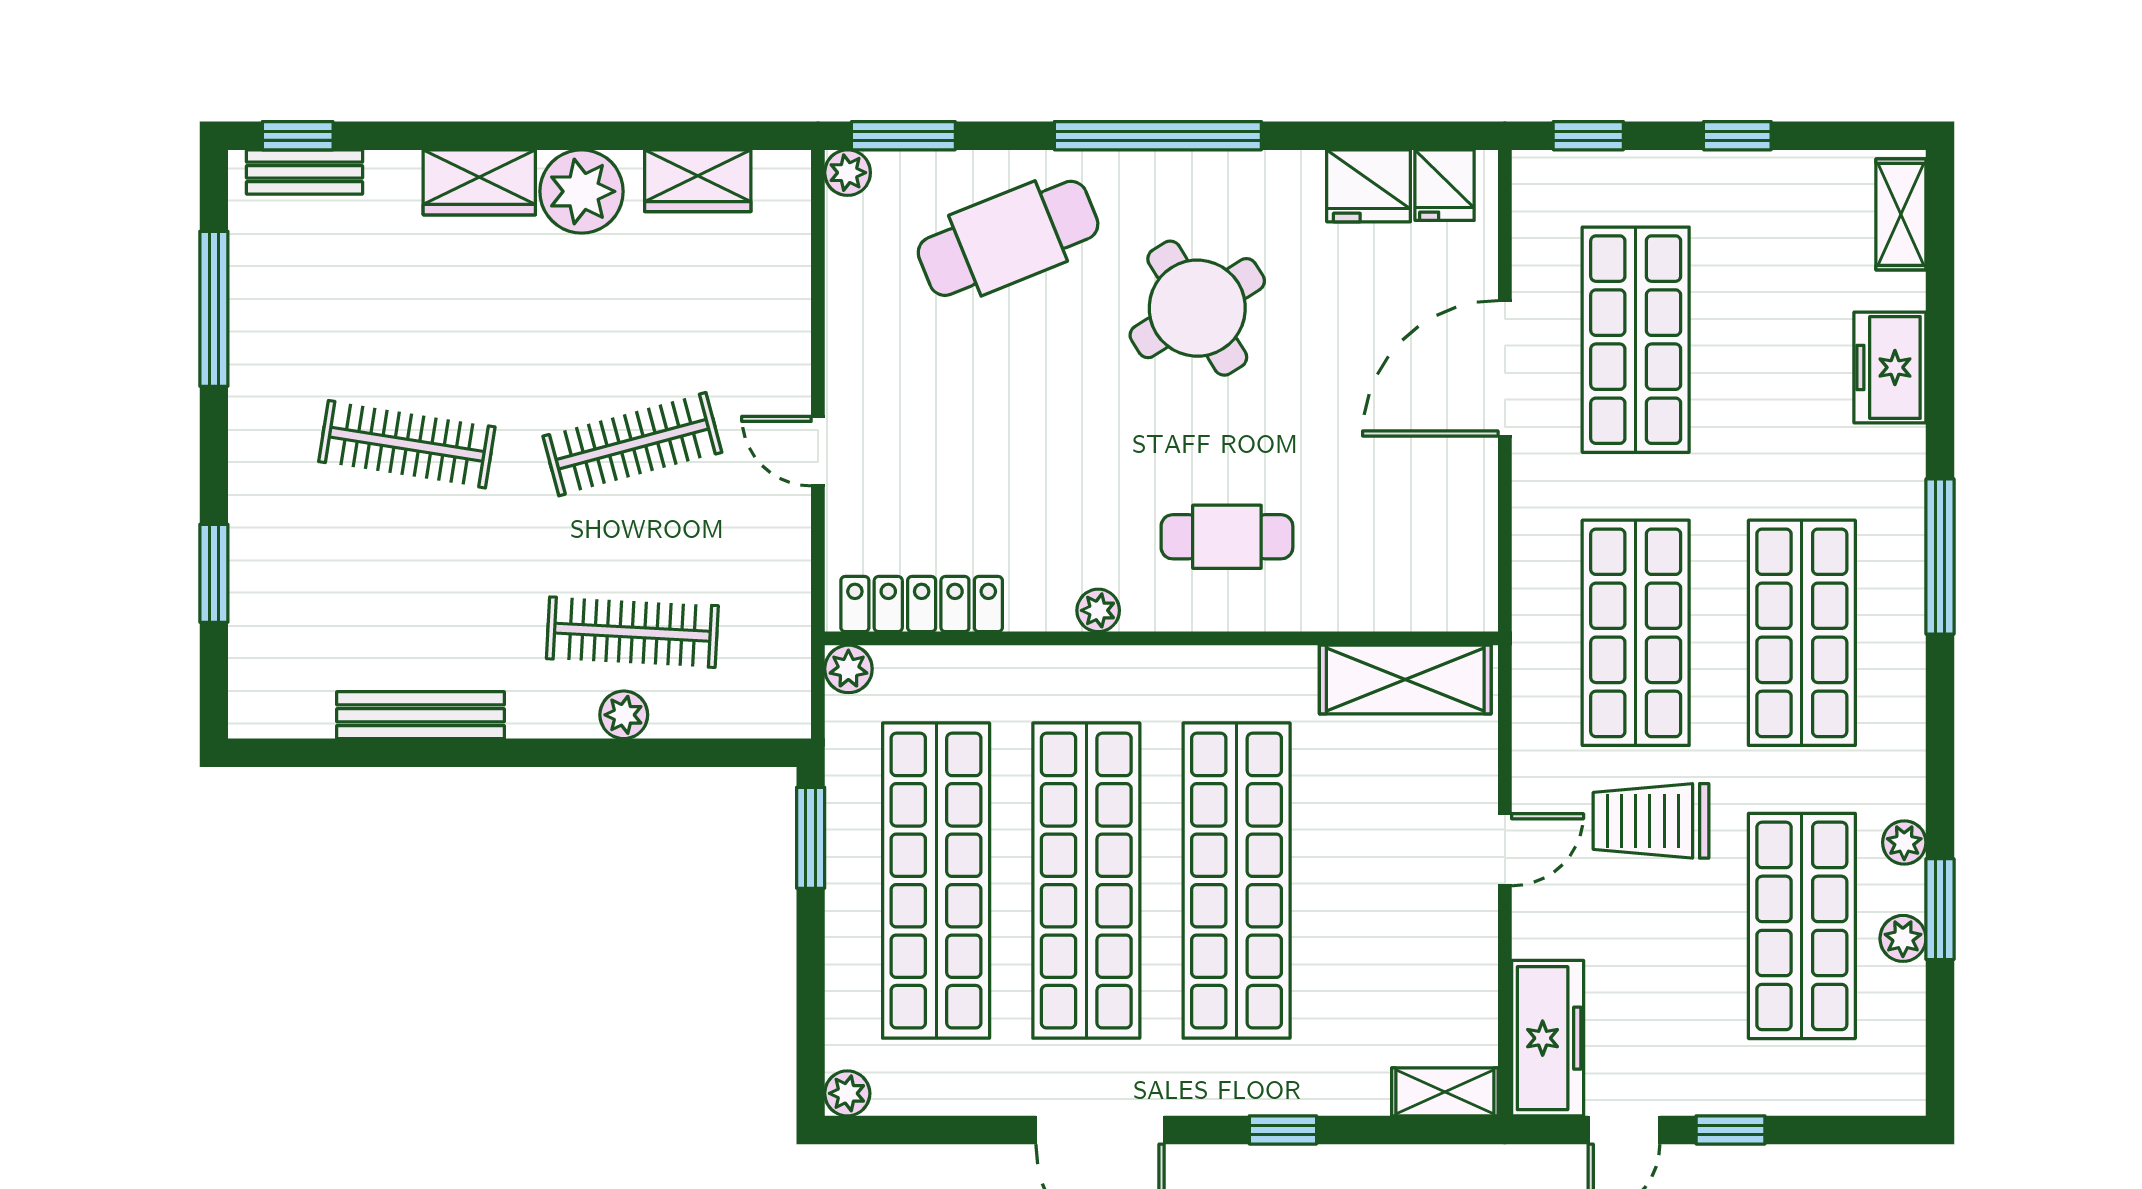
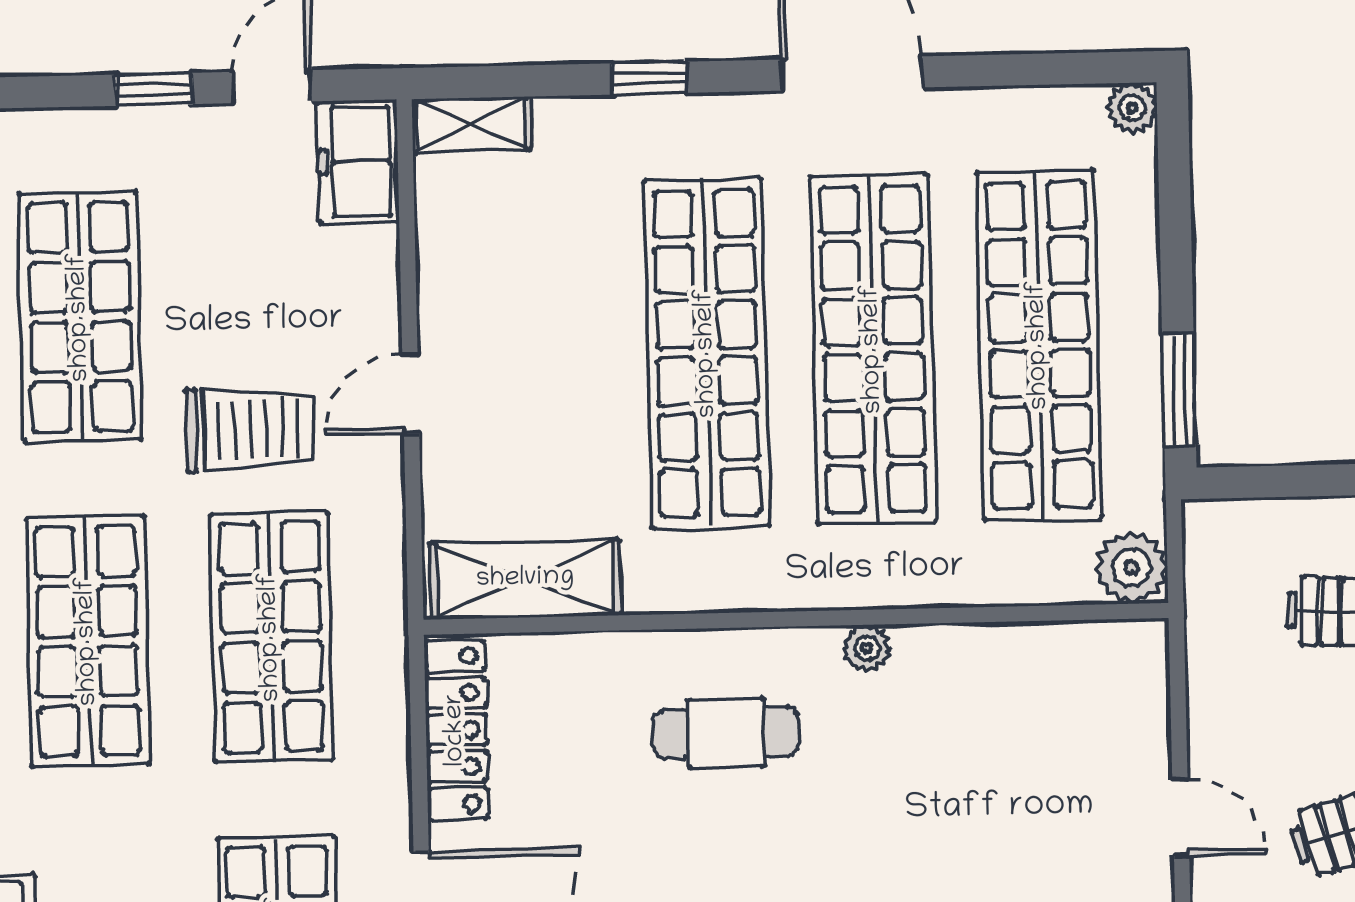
locker: (922, 604) -> (456, 730), moved, turned -90
plant: (848, 669) -> (1131, 568), width x1.38, depth x1.38
freezer: (1548, 1038) -> (358, 162), width x0.71

